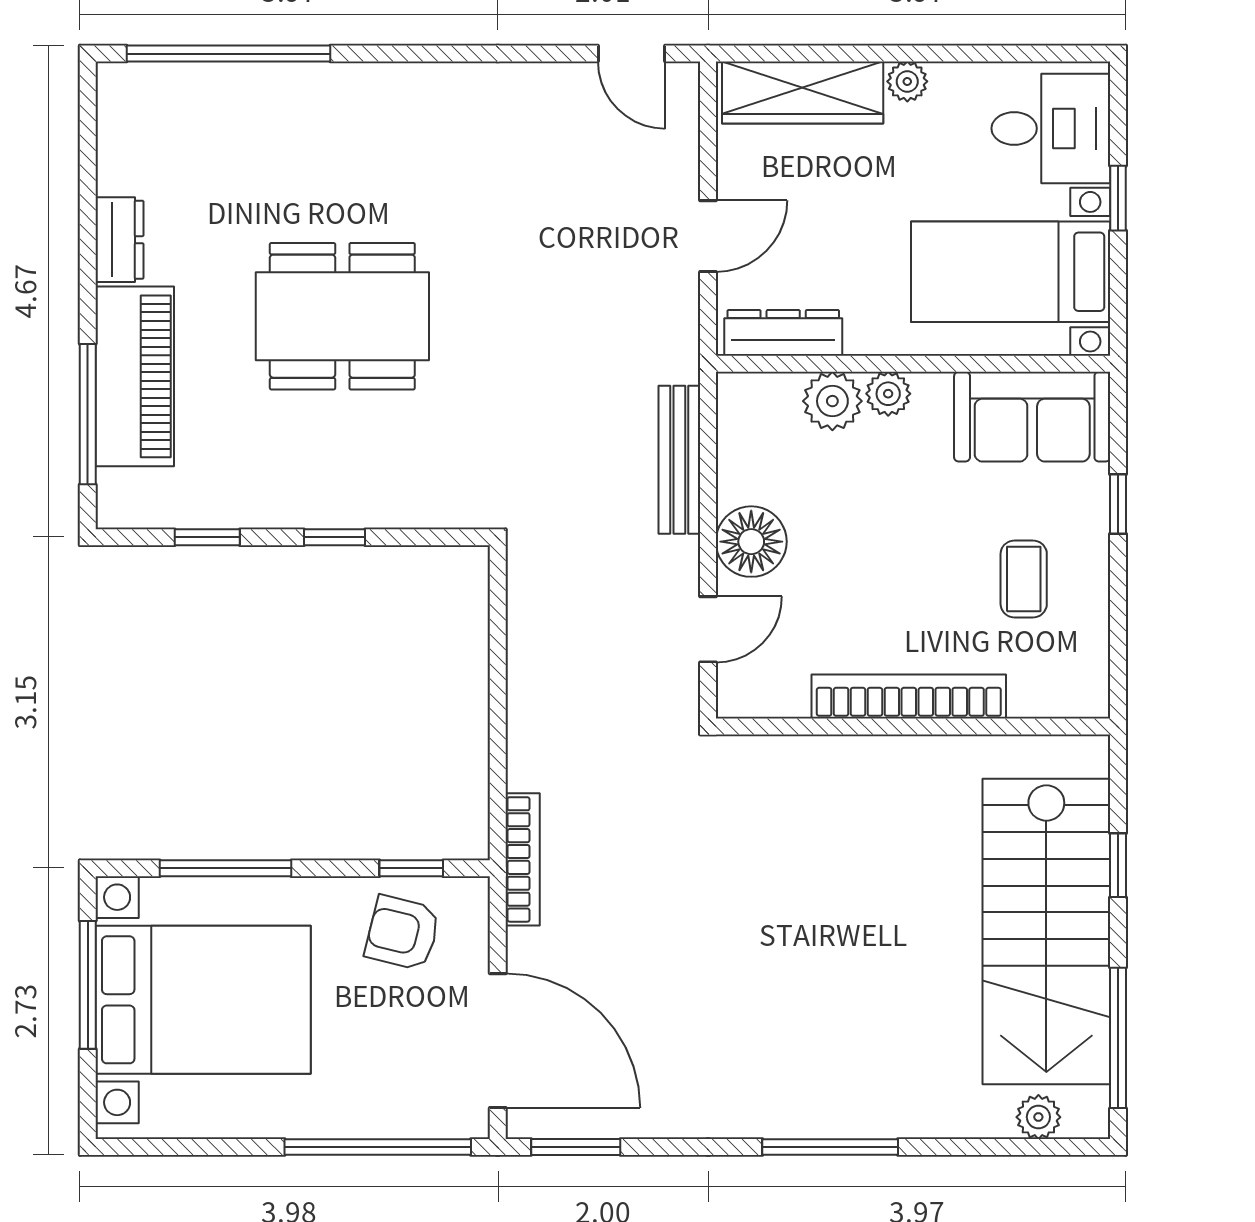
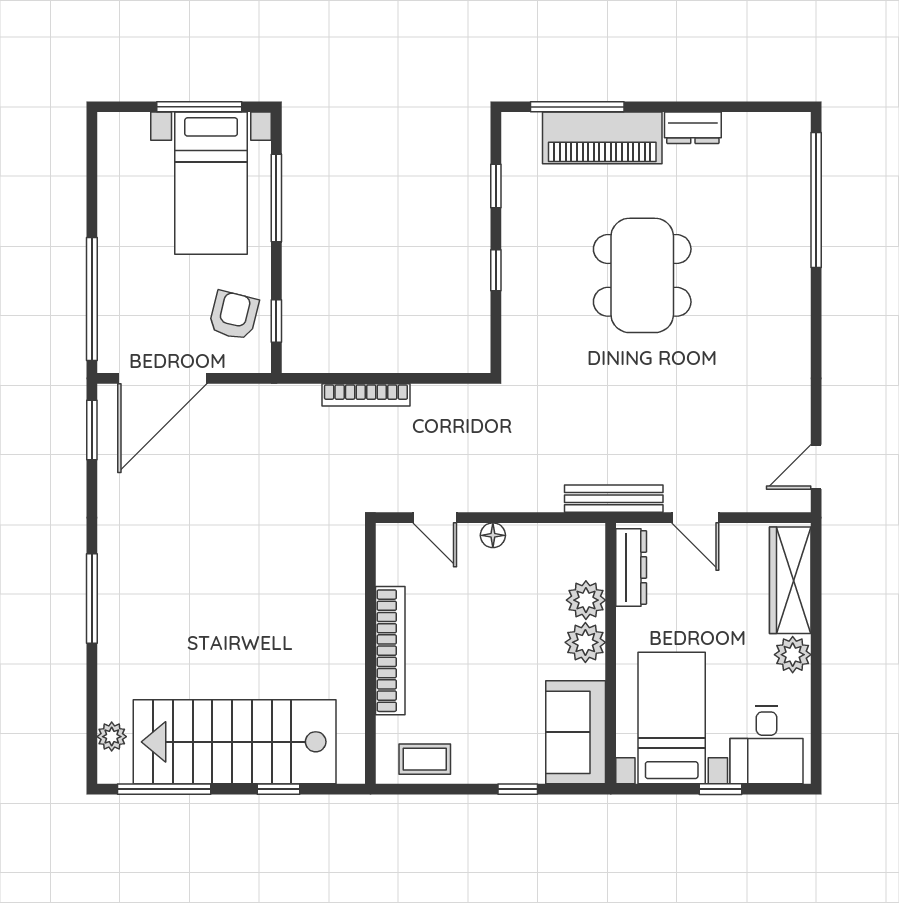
plant: (907, 81) -> (793, 655), width x1.38, depth x1.38
plant: (888, 394) -> (585, 642), width x1.38, depth x1.38
bench: (679, 460) -> (614, 499), moved
floor lamp: (751, 542) -> (493, 535), width x0.53, depth x0.53
coffee table: (1024, 579) -> (425, 759), moved
bookcase: (523, 859) -> (366, 395), moved
bed with nightstands: (203, 1000) -> (211, 183), width x0.73

